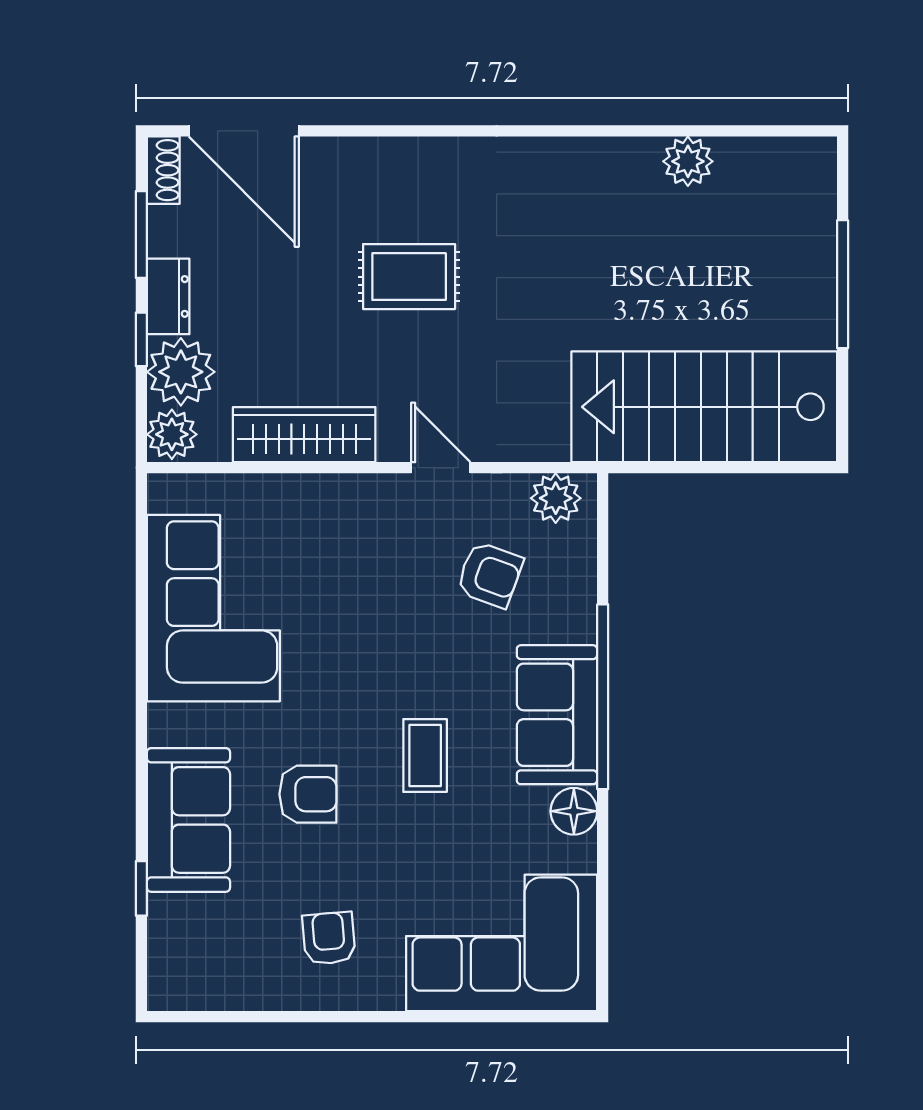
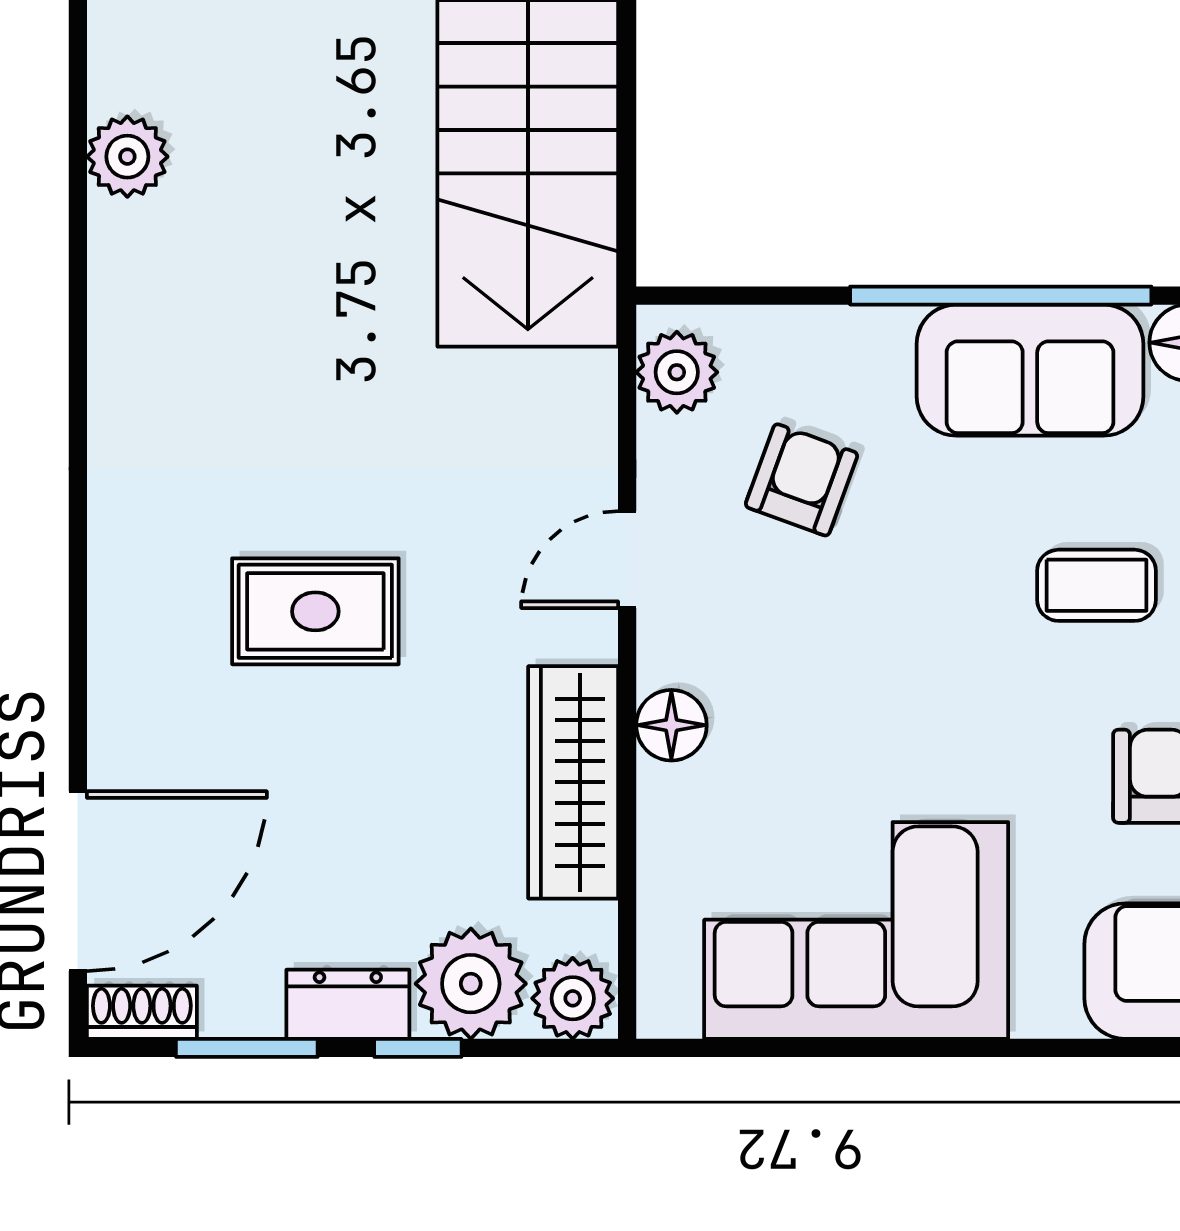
rug: (409, 277) -> (315, 611), turned 90
floor lamp: (339, 495) -> (671, 725), added

